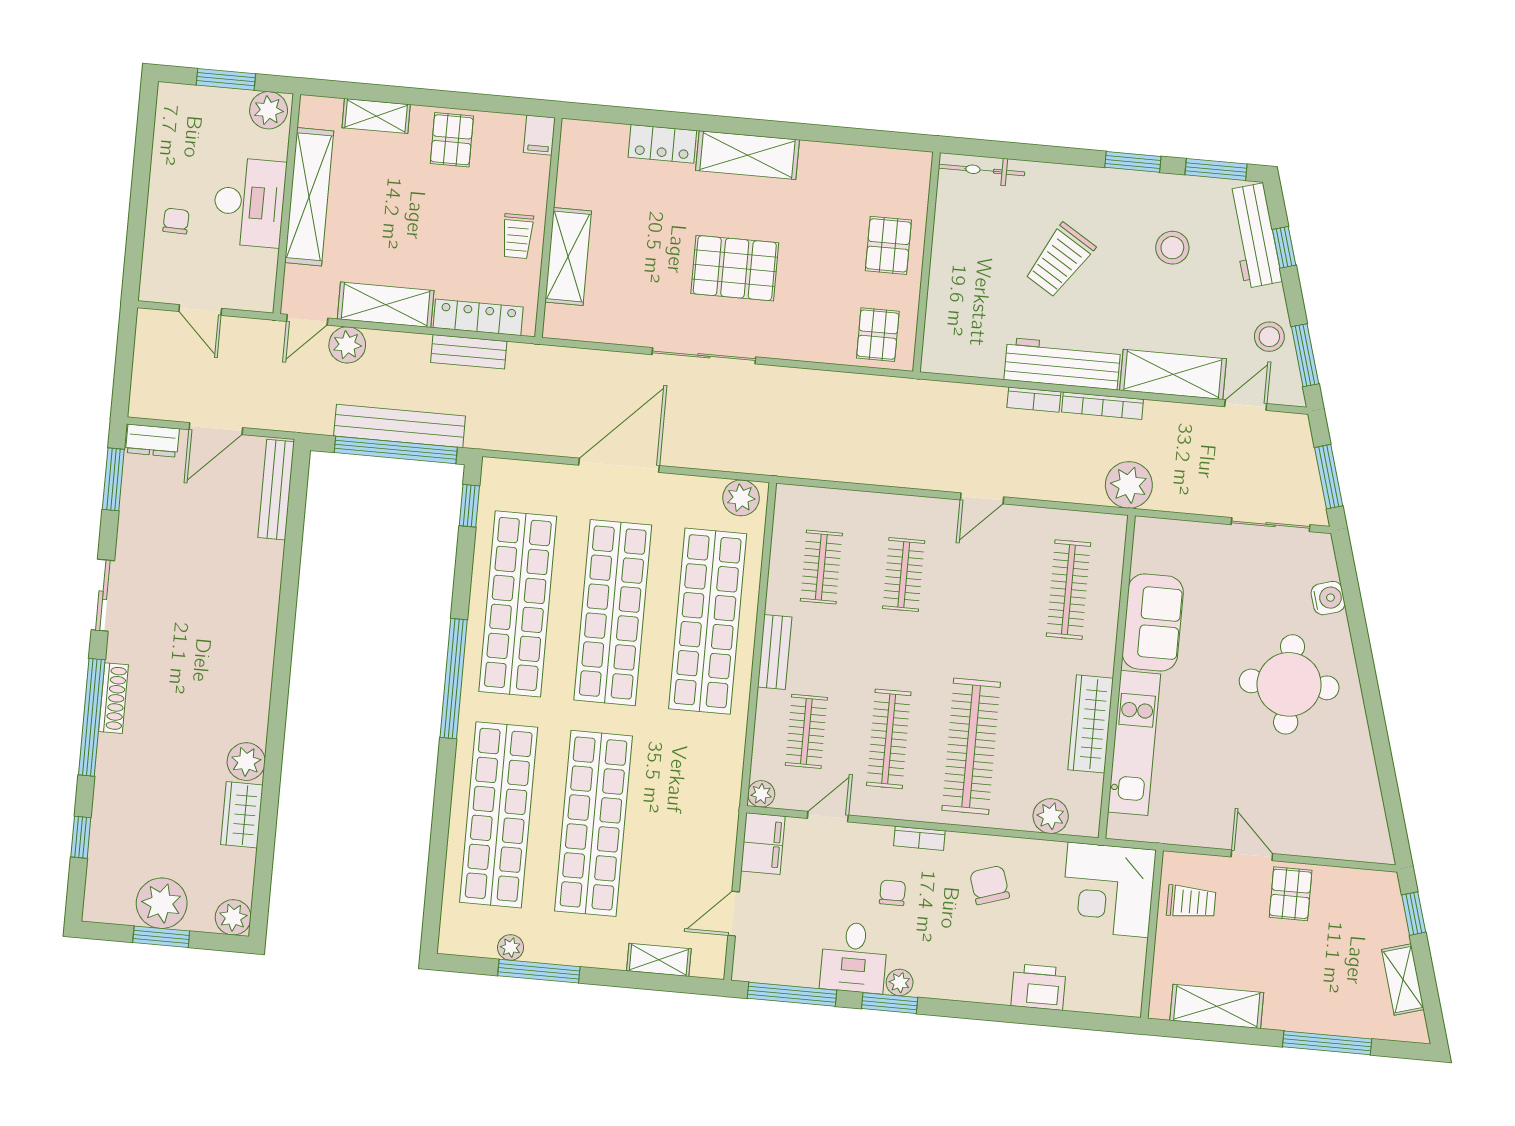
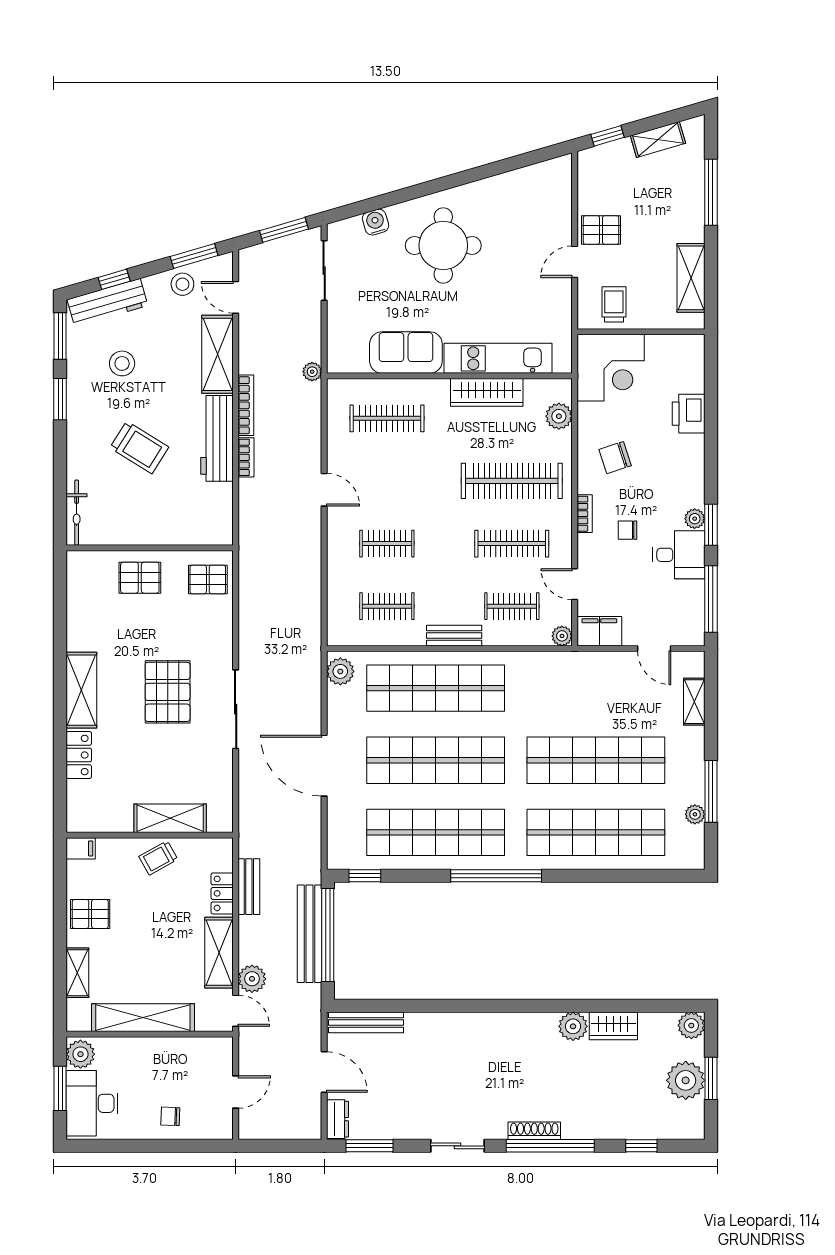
desk: (249, 202) -> (92, 1103), moved, turned -90
trolley: (517, 236) -> (158, 858), turned 151
locker: (478, 317) -> (222, 893), width x0.66
plant: (1129, 485) -> (312, 372), width x0.53, depth x0.53

